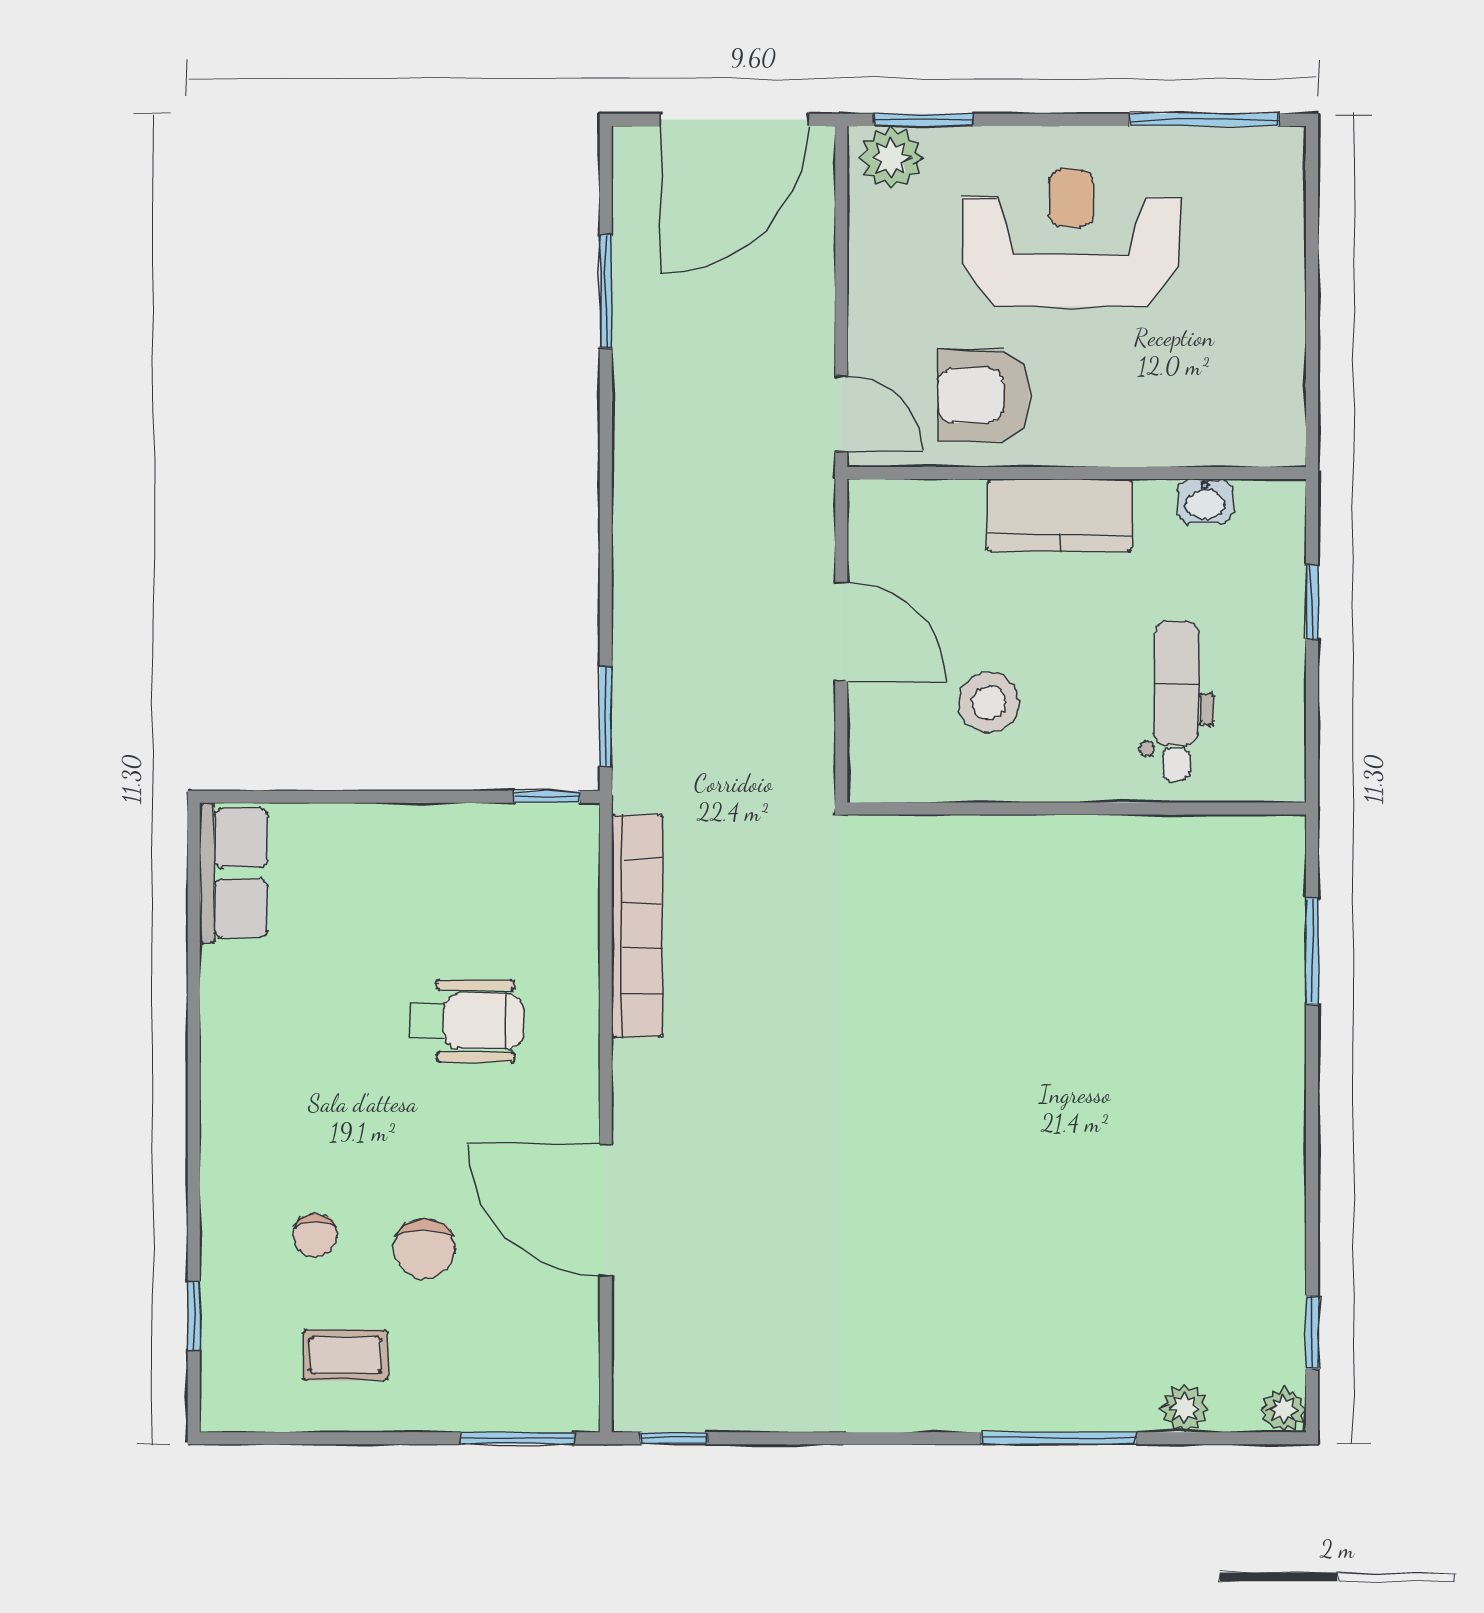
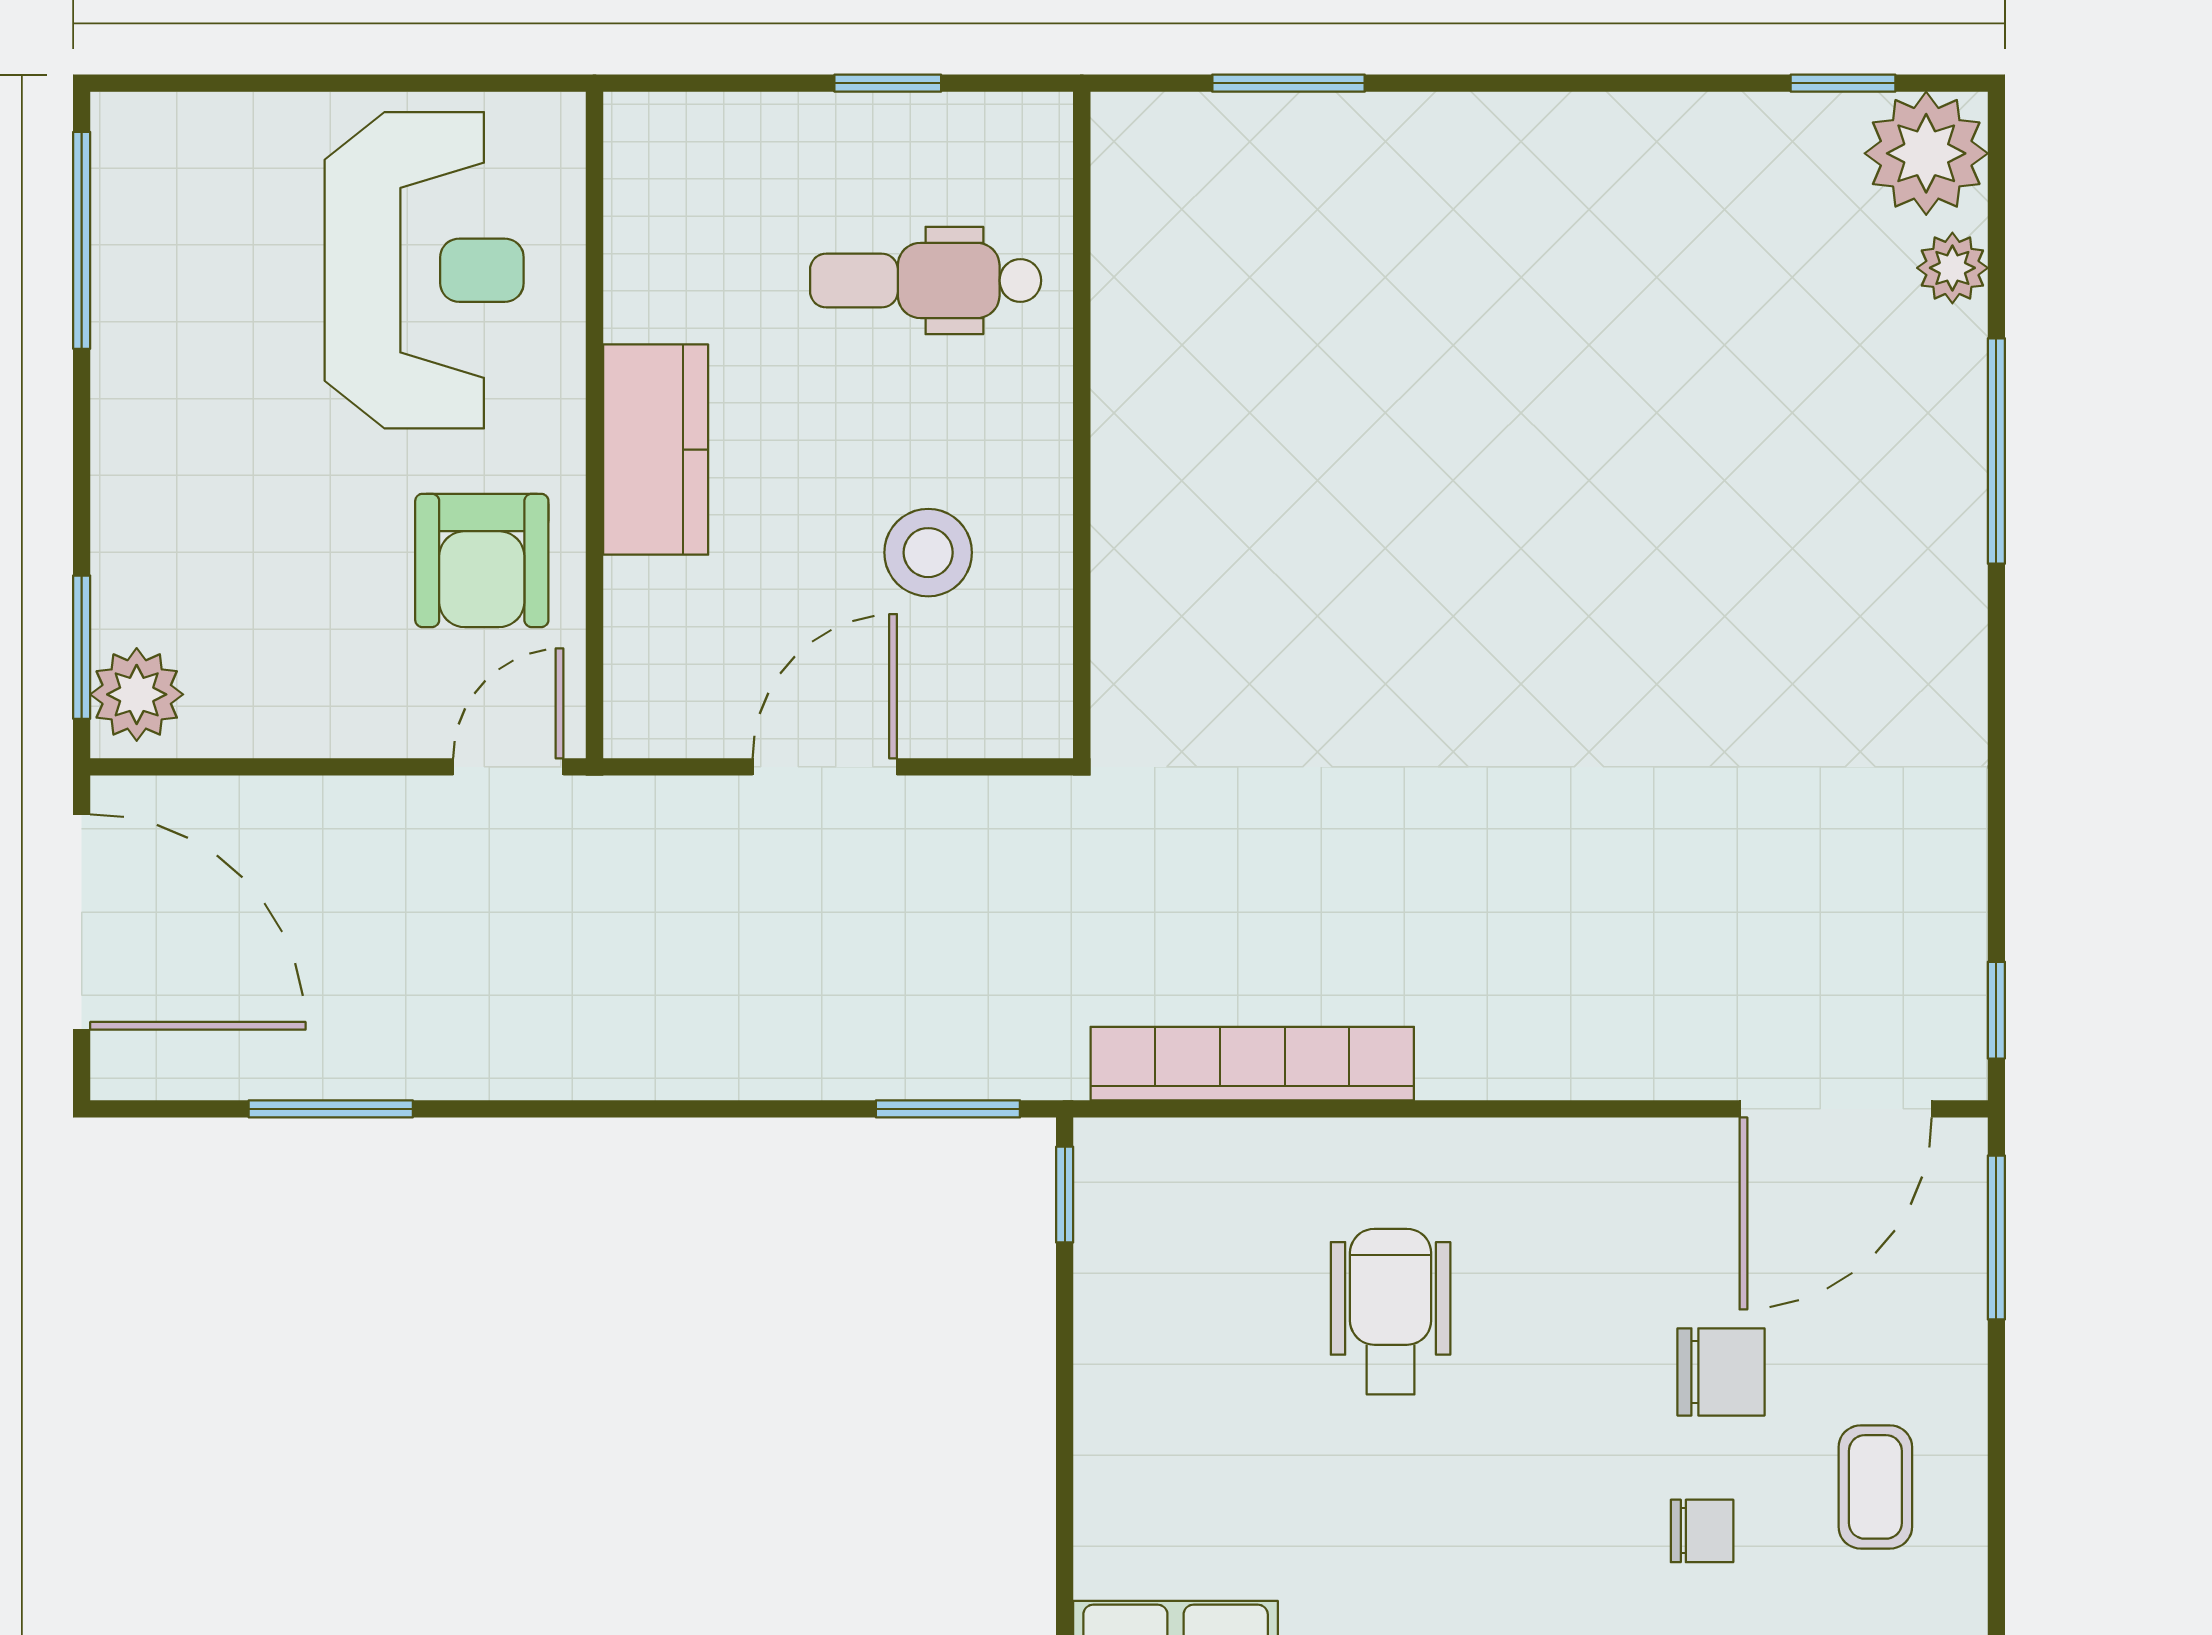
reception desk: (1071, 238) -> (424, 270), moved, turned 180
washbasin: (1205, 501) -> (635, 239), removed
window: (1312, 602) -> (888, 83), moved
door: (606, 1210) -> (1836, 1109), moved
plant: (1284, 1410) -> (1926, 153), width x1.88, depth x1.88

